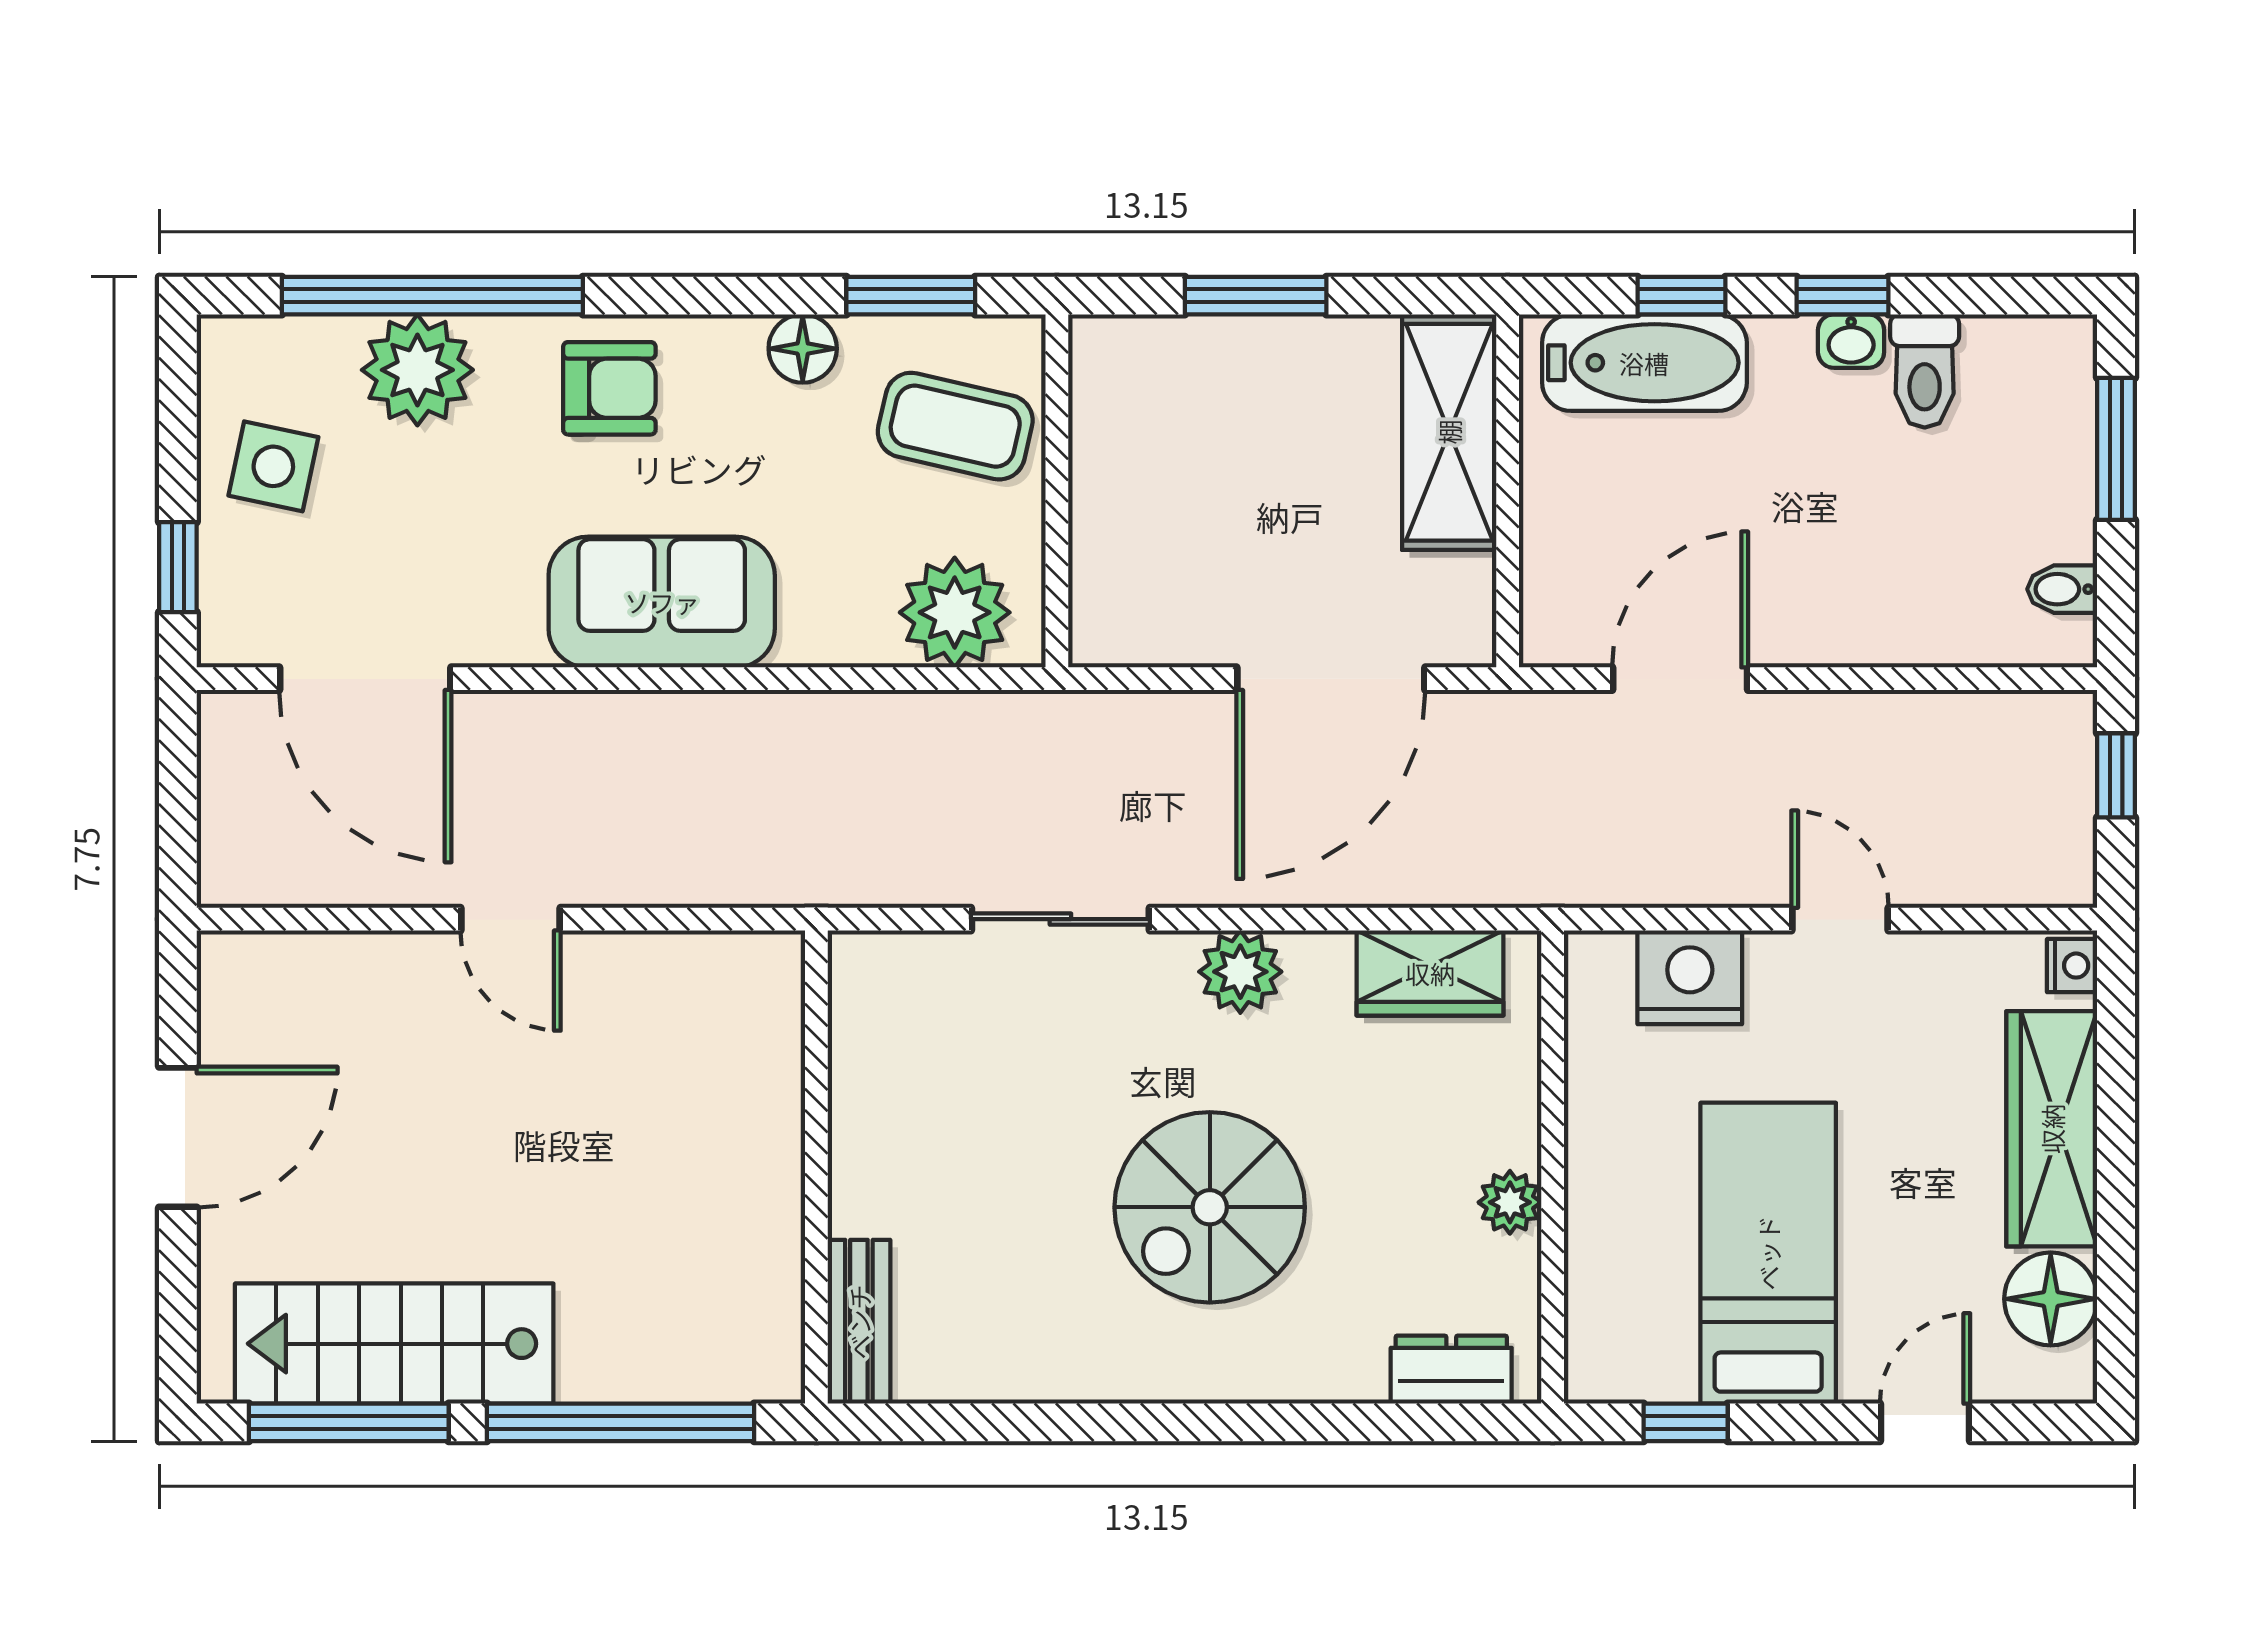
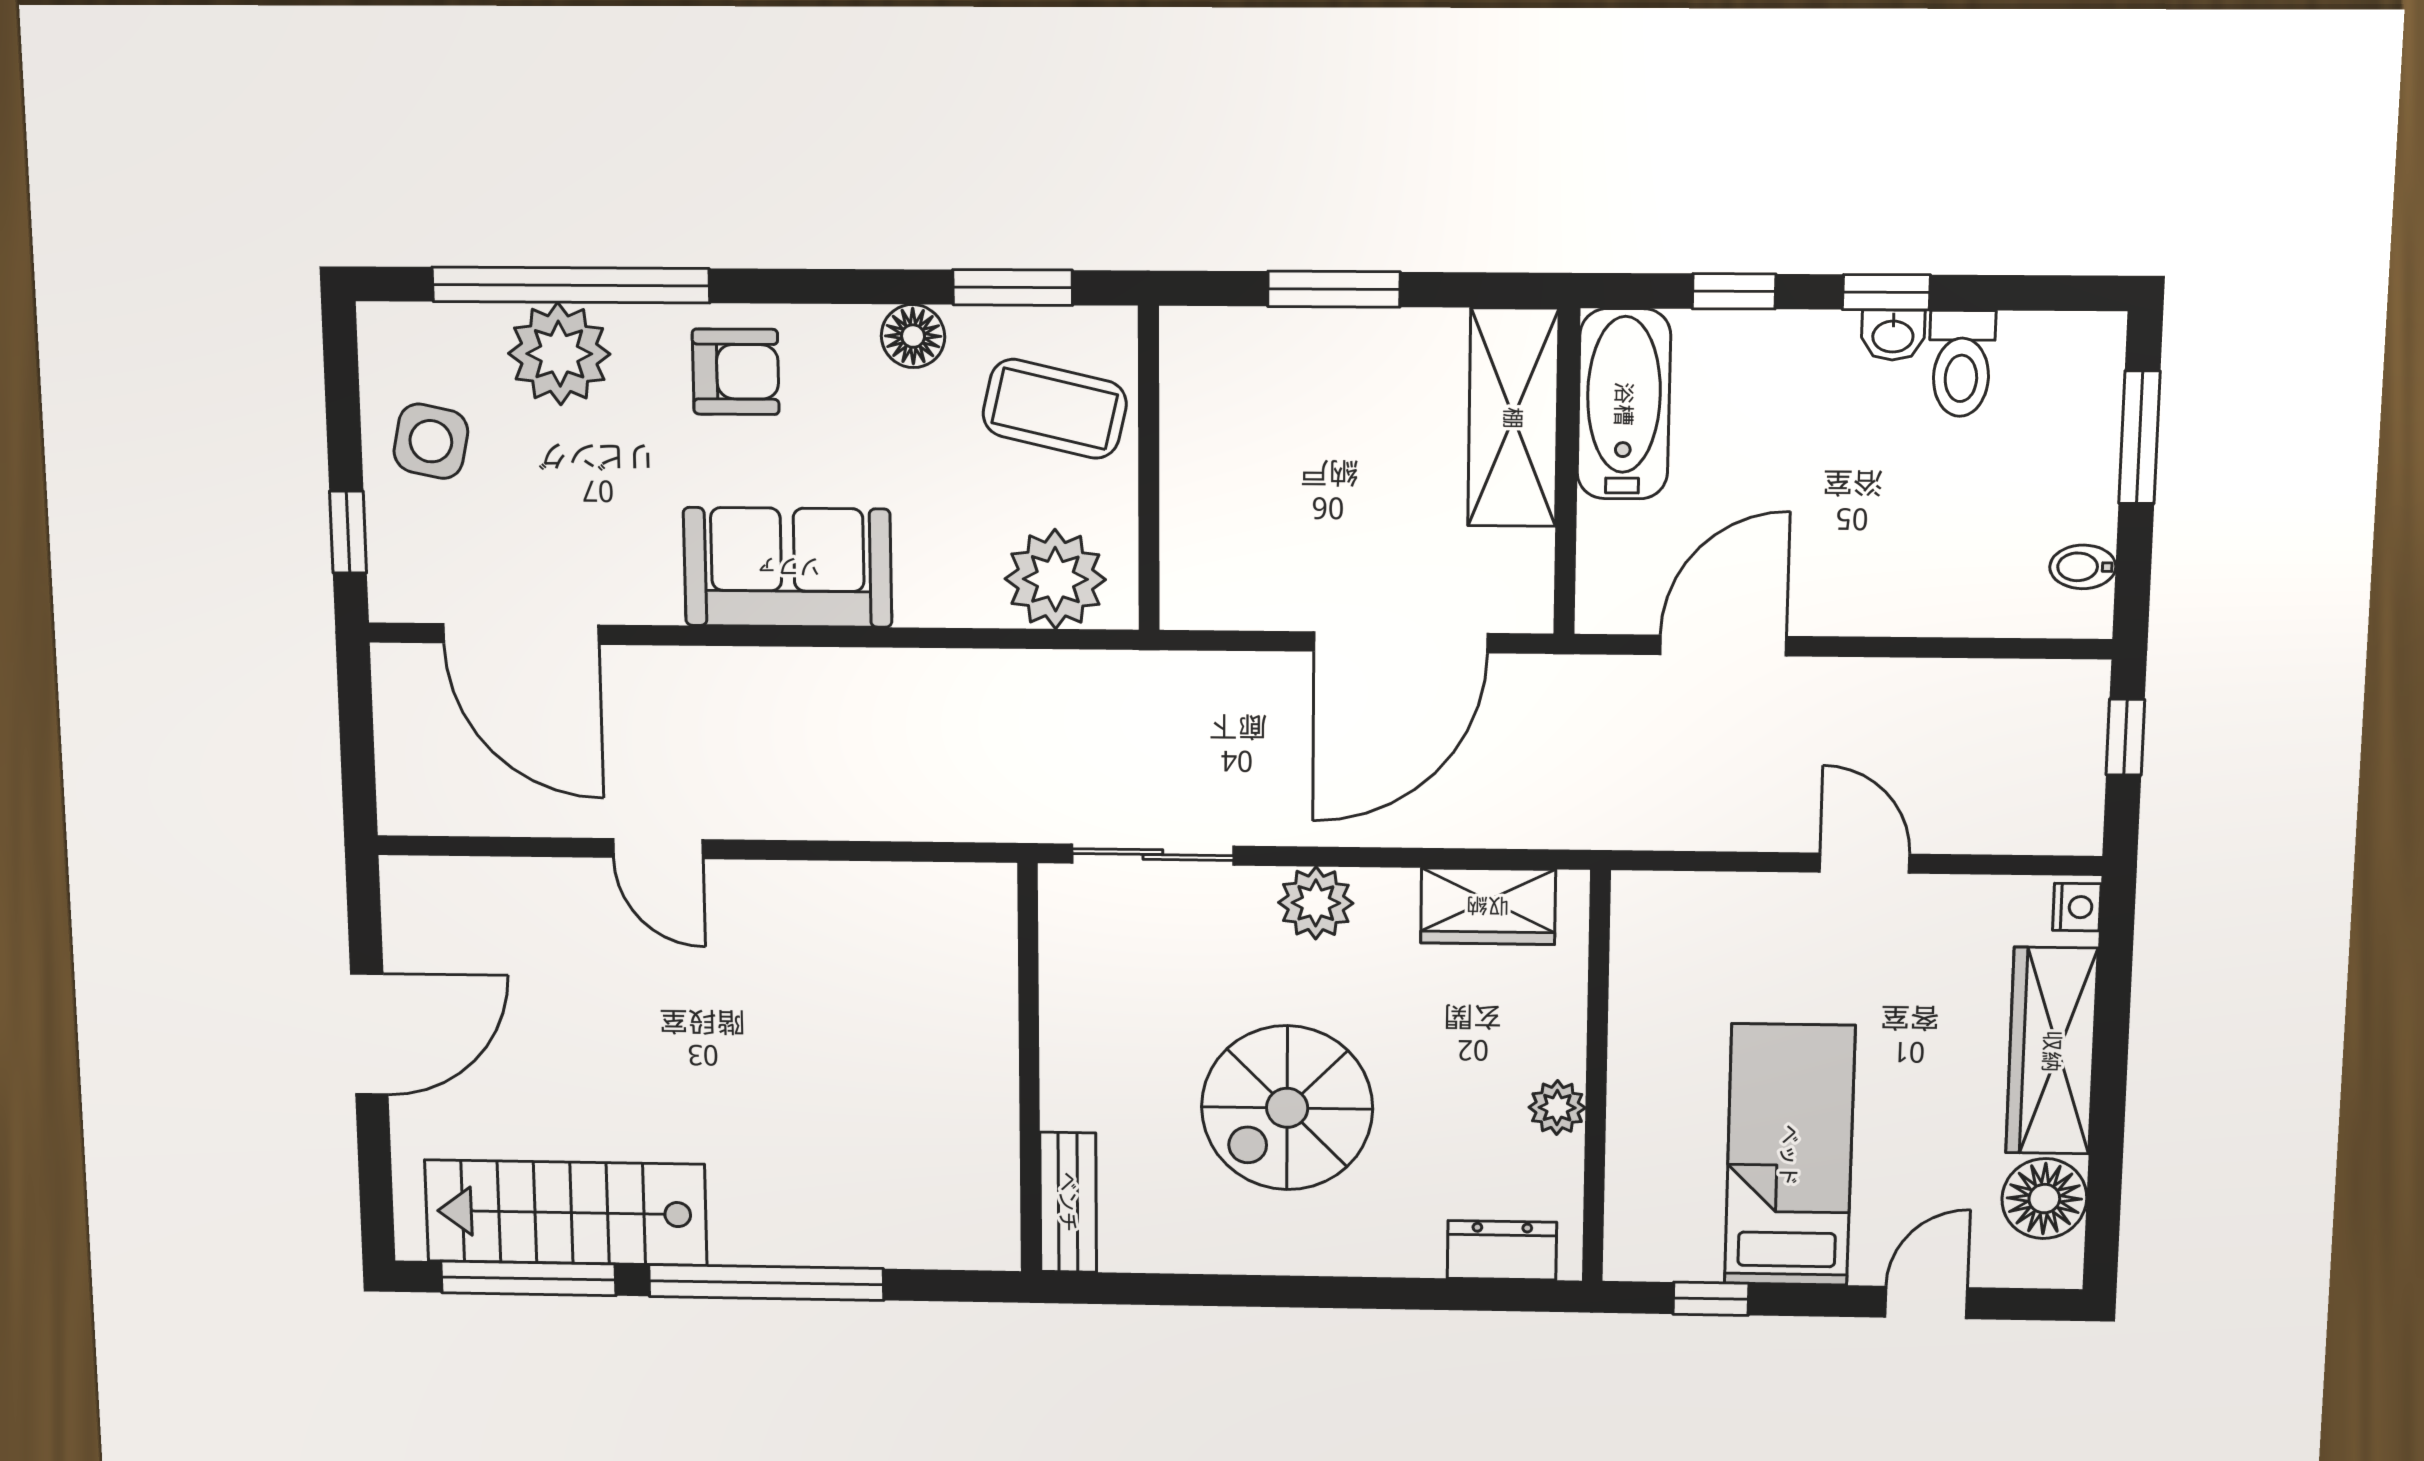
bathtub: (1644, 363) -> (1624, 404), moved, turned -90
nightstand: (1690, 977) -> (1725, 913), removed
wall: (816, 1167) -> (1029, 1069), moved
bench: (859, 1322) -> (1068, 1202), moved

